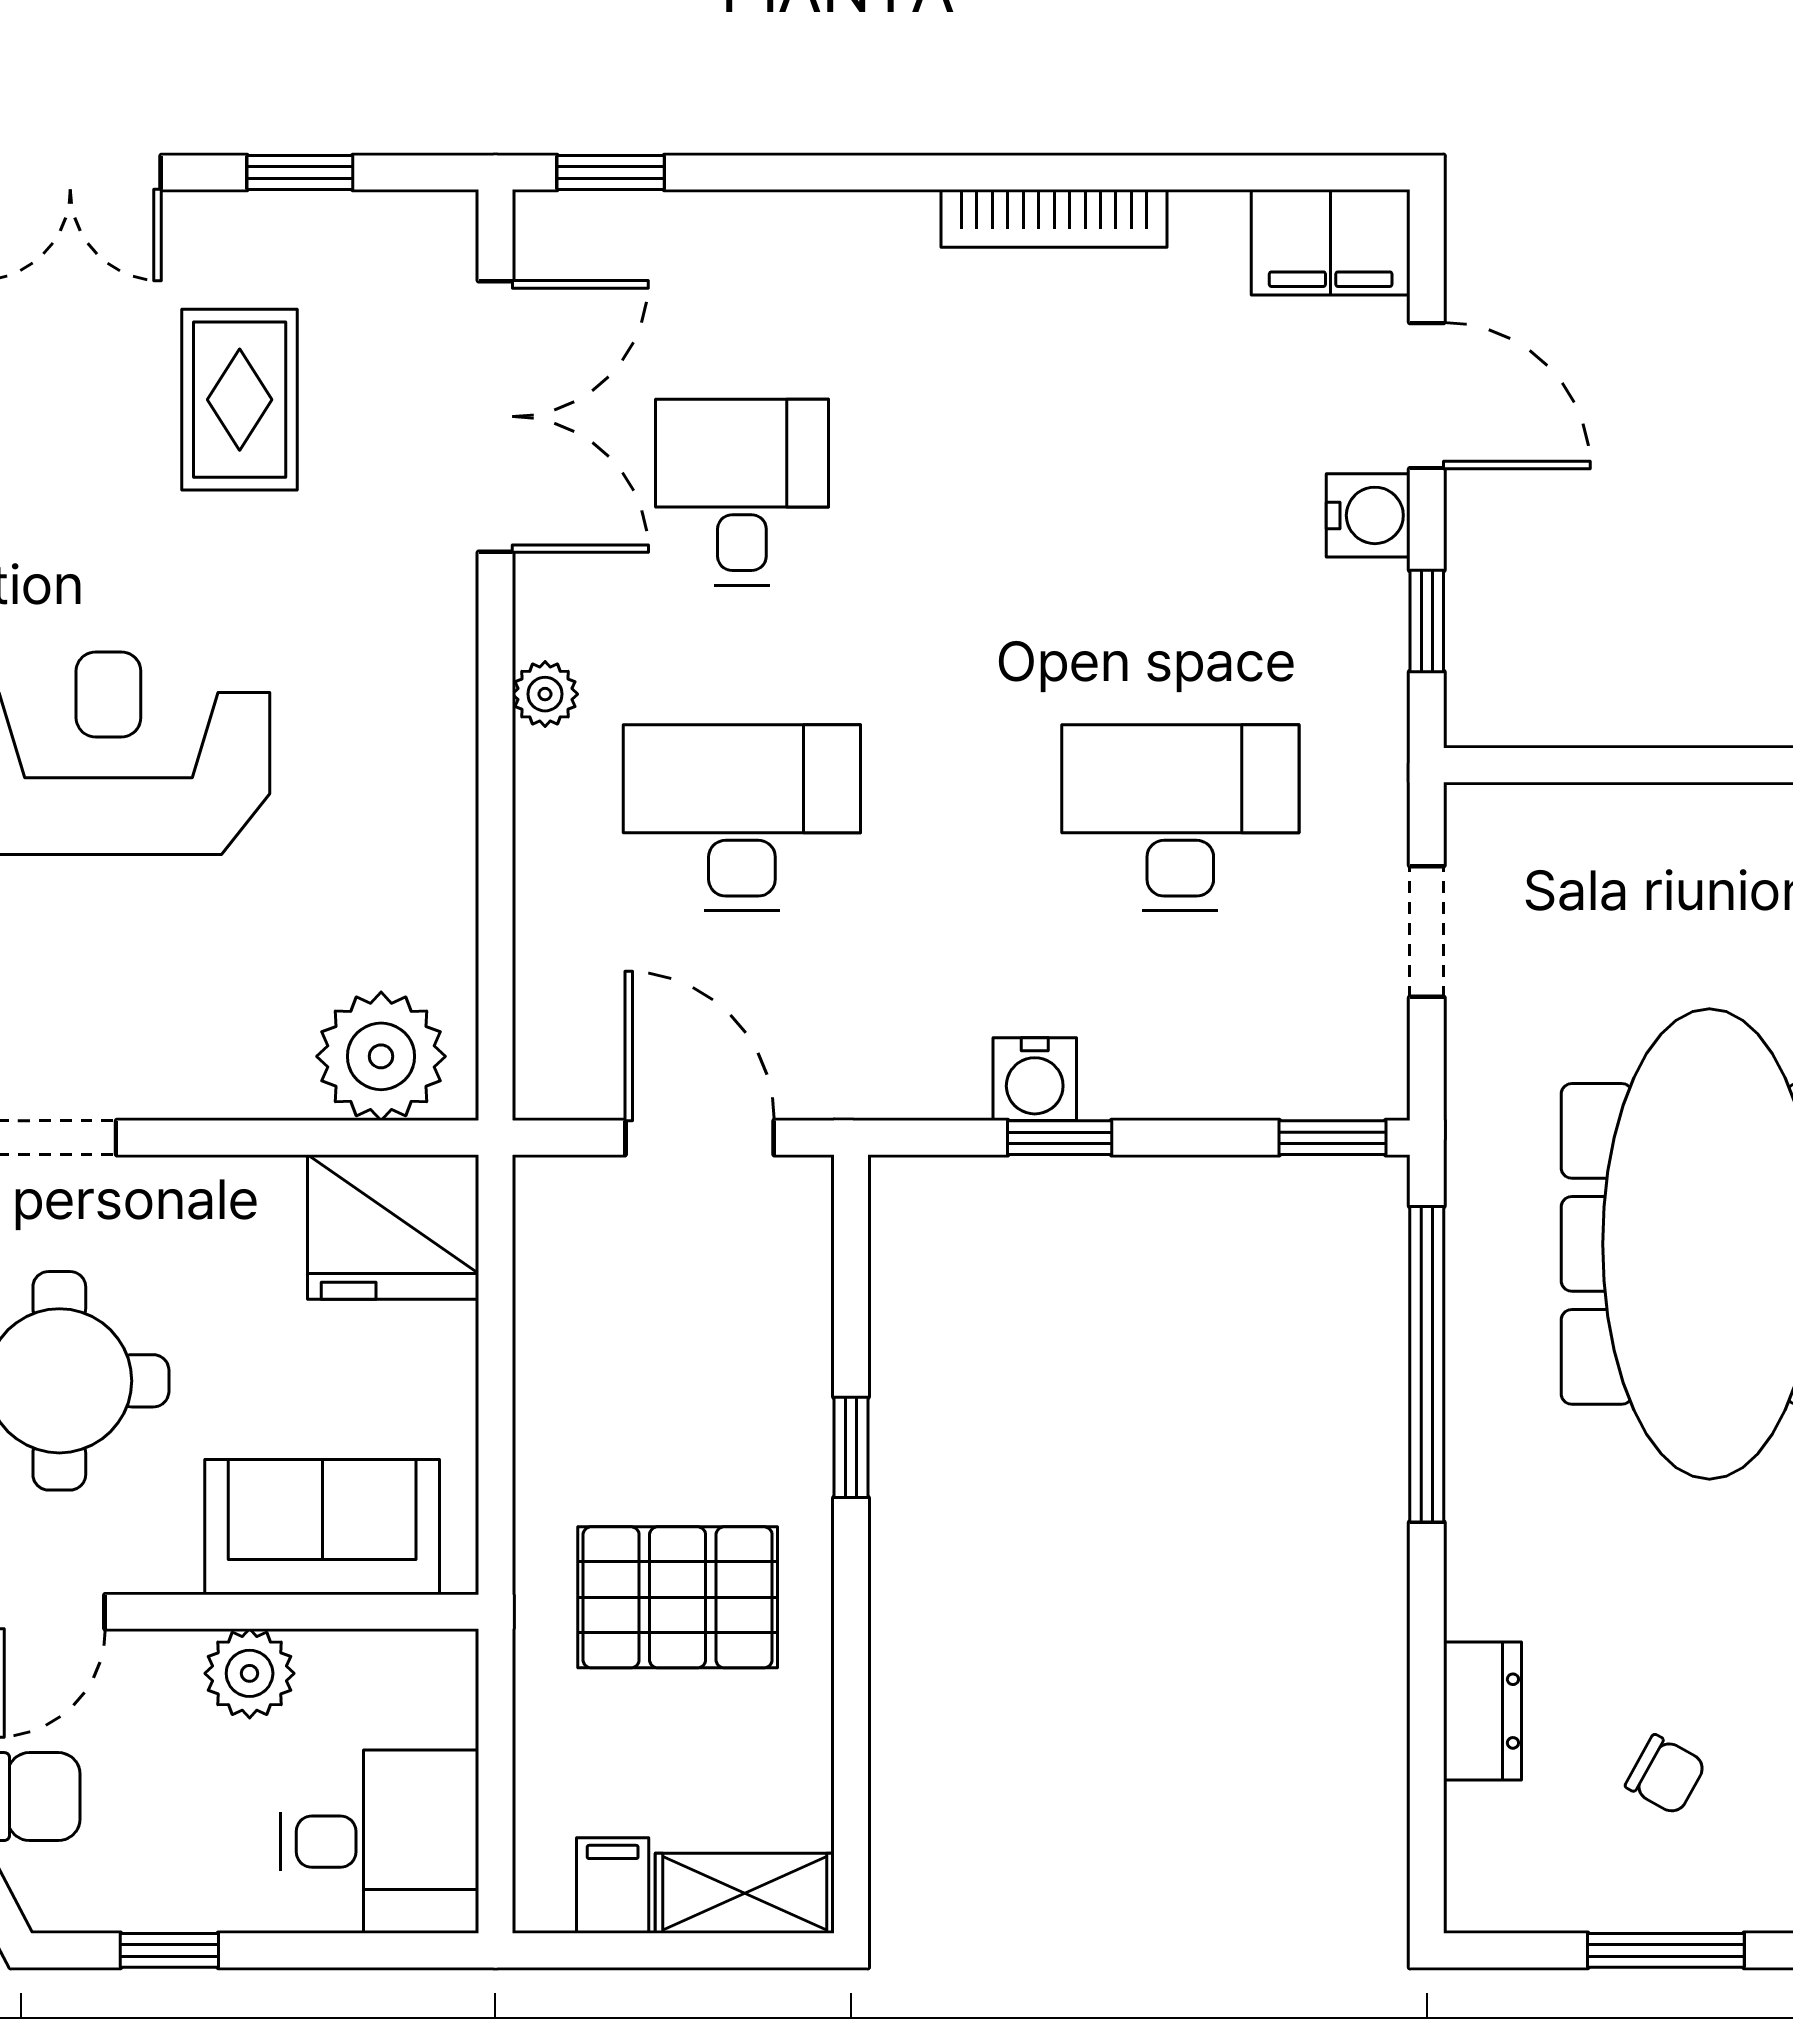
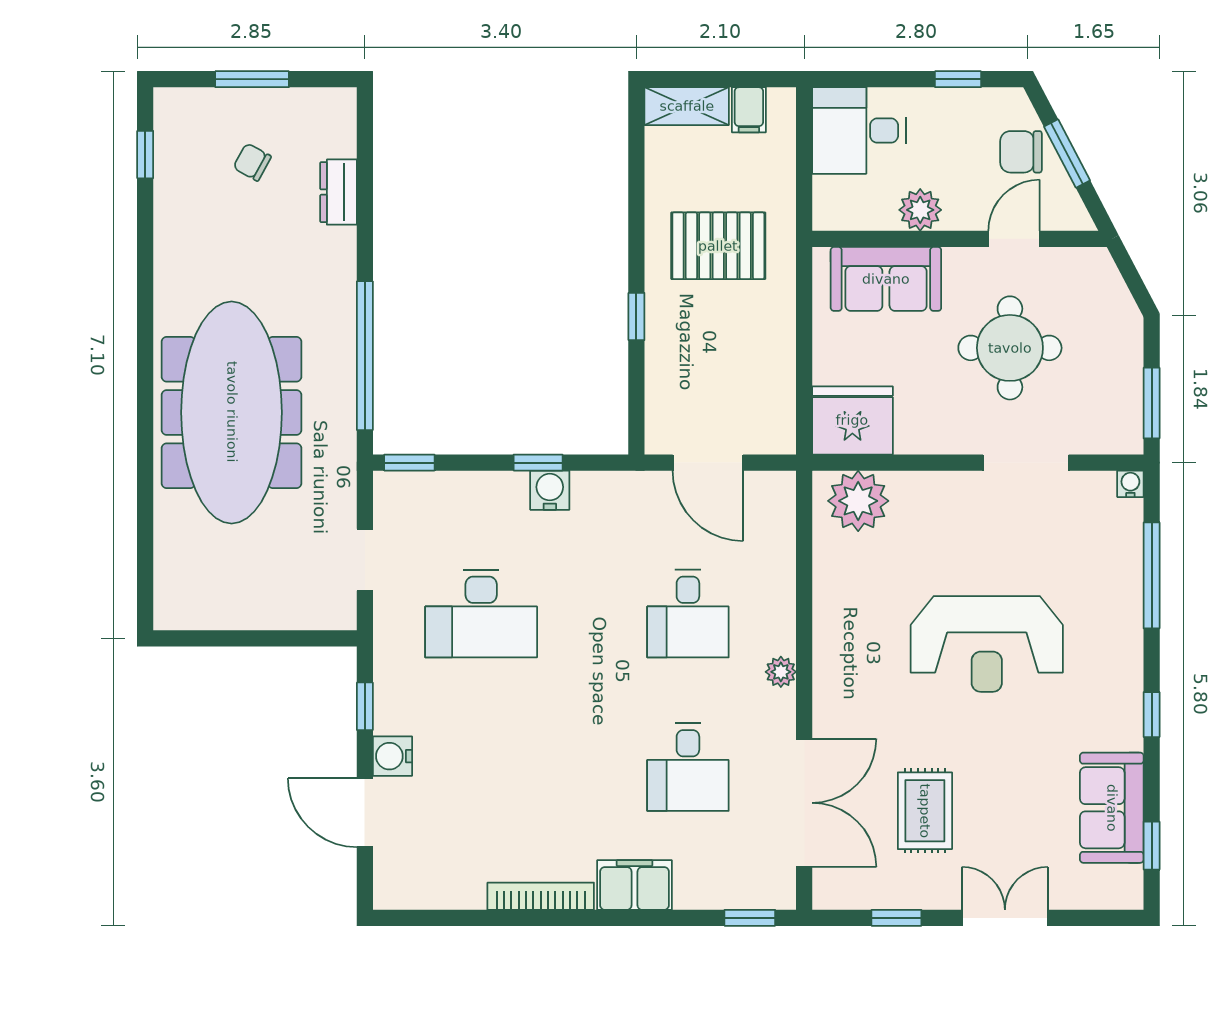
filing cabinet: (1331, 242) -> (635, 885), moved
double door: (495, 416) -> (804, 803), swing flipped
desk: (742, 818) -> (688, 613), width x0.73

